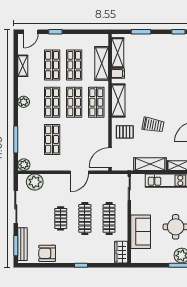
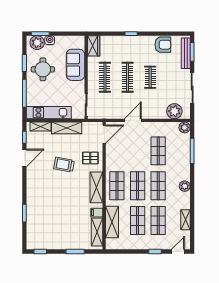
water cooler: (168, 258) -> (50, 40), added

